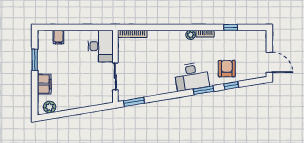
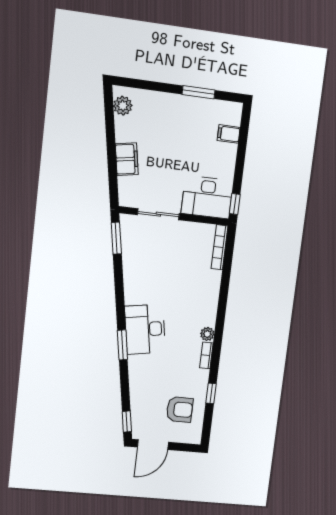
window: (103, 27) -> (235, 204), added
armchair: (227, 69) -> (180, 409), moved
filing cabinet: (44, 84) -> (127, 159), moved, turned -100
window: (231, 86) -> (127, 422), moved

